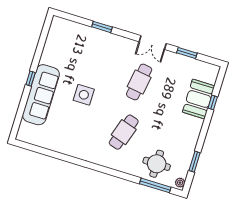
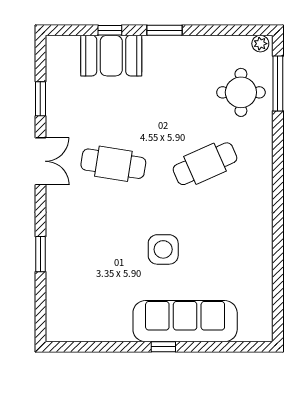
cafe table: (124, 132) -> (205, 164), turned -42
window: (195, 162) -> (164, 30), moved

